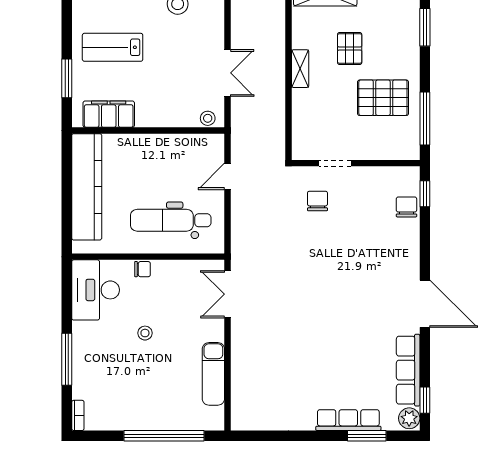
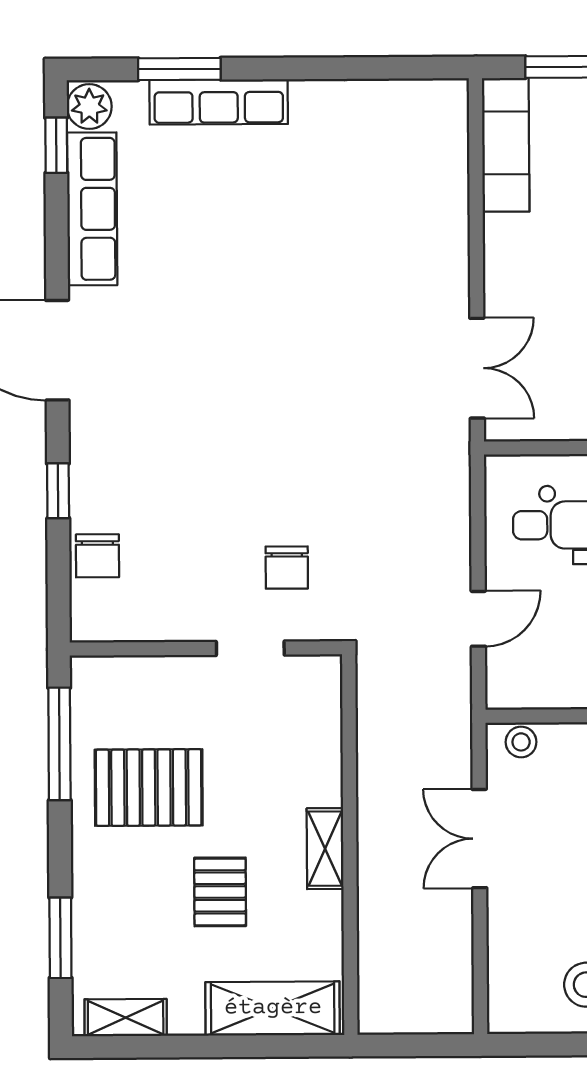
window: (425, 194) -> (58, 491), moved
exam couch: (213, 374) -> (506, 145), moved

